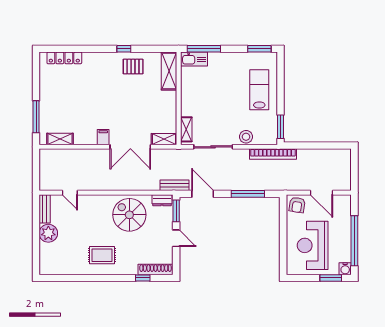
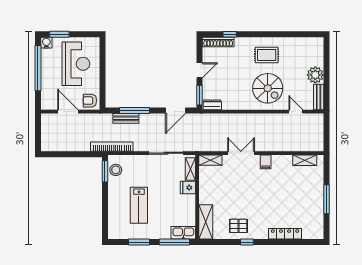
window: (259, 49) -> (139, 242), moved
locker: (64, 58) -> (285, 234), moved
lab bench: (259, 90) -> (139, 205), moved
fridge: (189, 109) -> (188, 188), added
window: (36, 117) -> (326, 199), moved
stool: (246, 137) -> (116, 170), moved
double door: (130, 147) -> (241, 153), width x0.73
bench: (175, 185) -> (126, 118), moved
door: (203, 194) -> (175, 110), hinge flipped
armchair: (297, 205) -> (90, 101), turned -99
spiral stairs: (129, 215) -> (268, 88), moved
door: (176, 238) -> (199, 70), swing flipped

